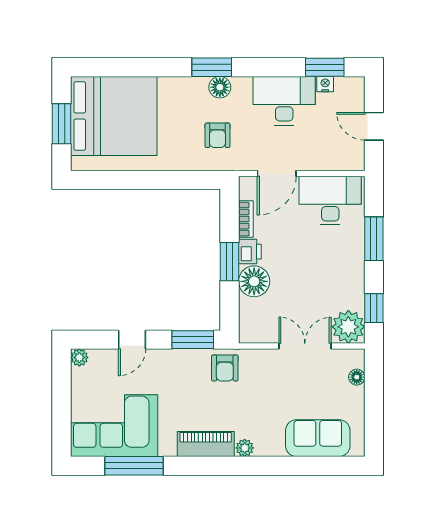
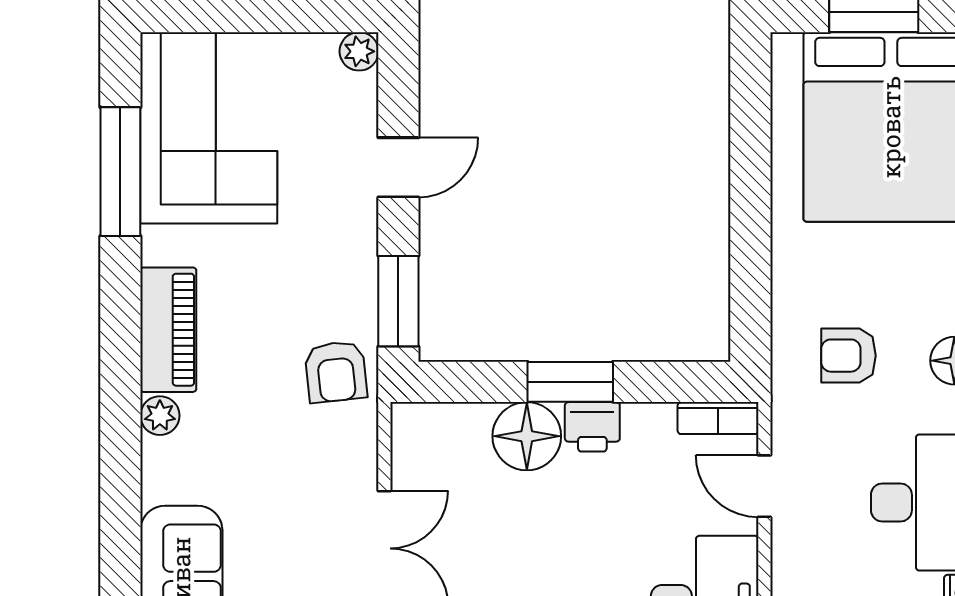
door: (277, 173) -> (764, 486), width x0.73
bookcase: (246, 219) -> (718, 418), moved
door: (132, 340) -> (398, 167), swing flipped
armchair: (225, 368) -> (336, 372), turned -96

